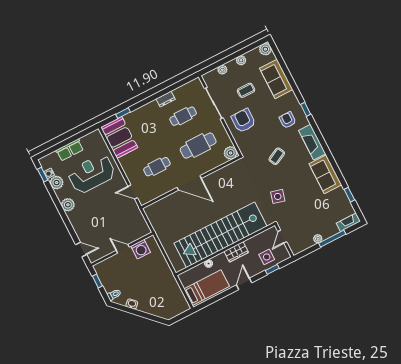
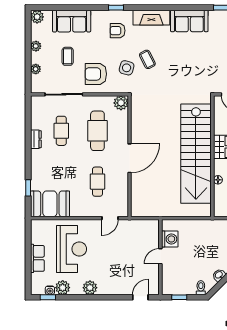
reception desk: (92, 174) -> (72, 249), turned 180
side table: (278, 196) -> (127, 68), moved

